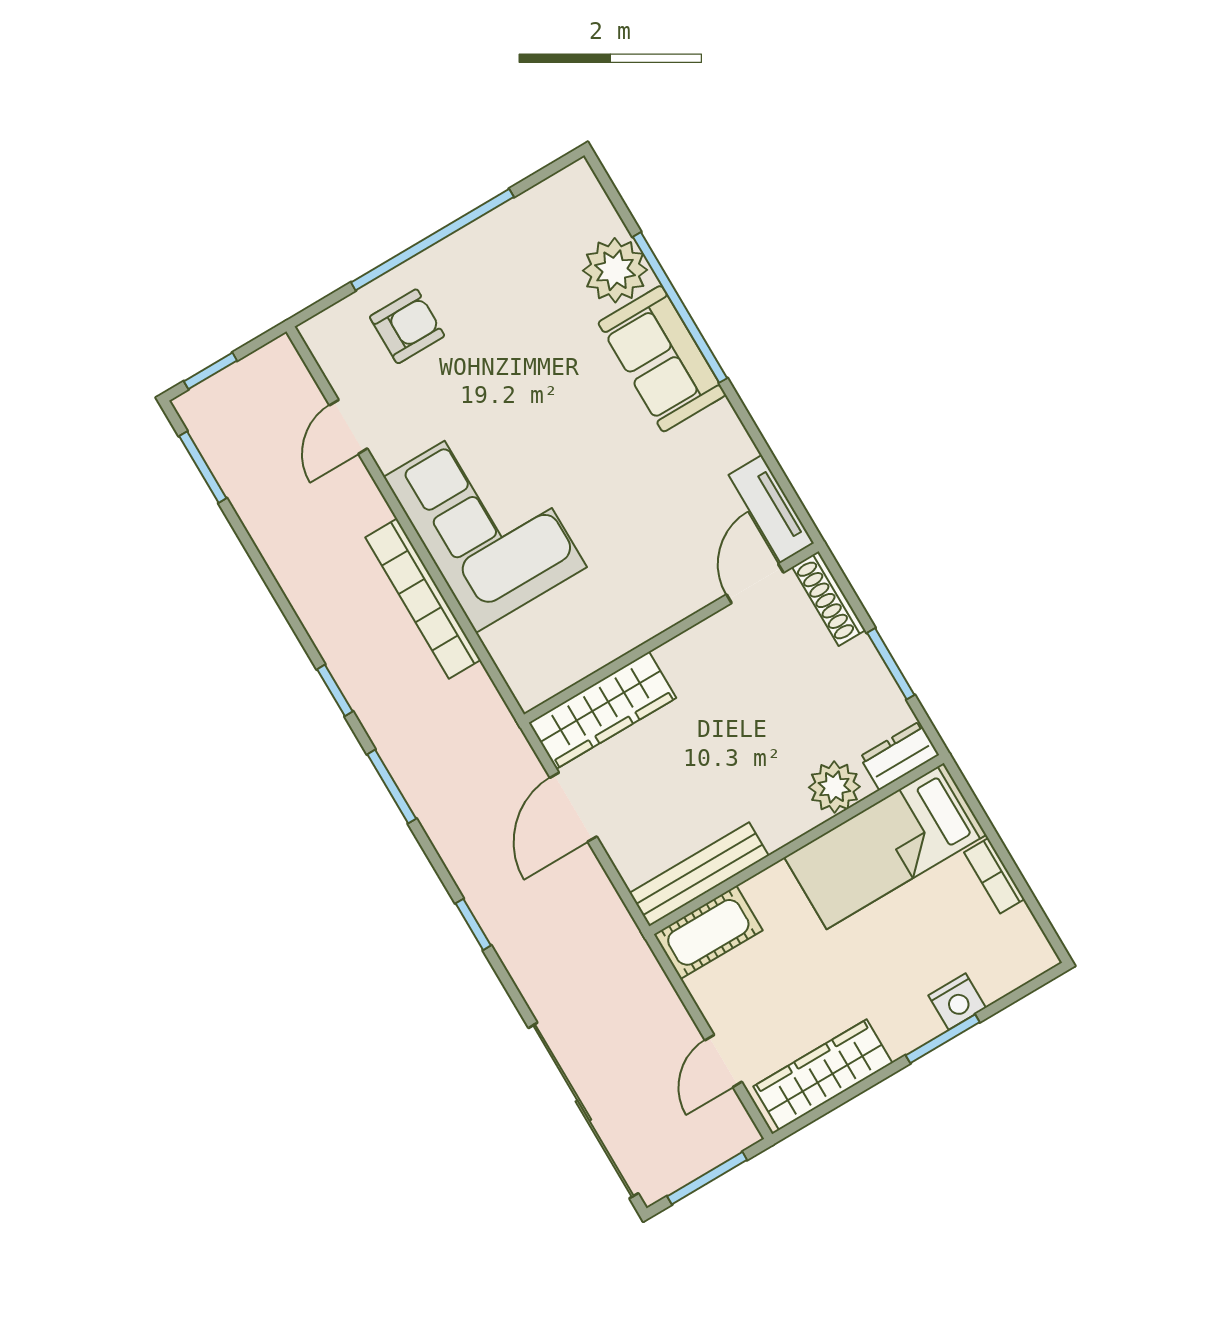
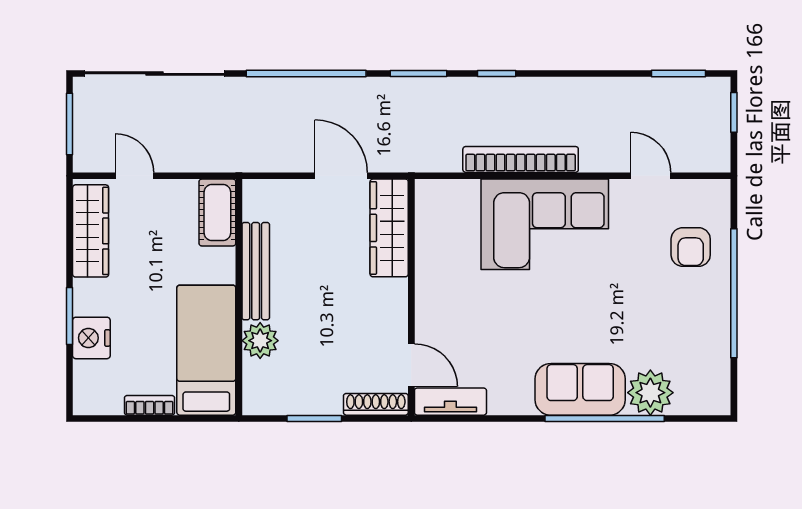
dresser: (899, 756) -> (256, 391), removed
bench: (699, 874) -> (256, 271), moved
window: (473, 924) -> (306, 74), width x3.17
nightstand: (957, 1002) -> (91, 338), width x1.36, depth x1.33

